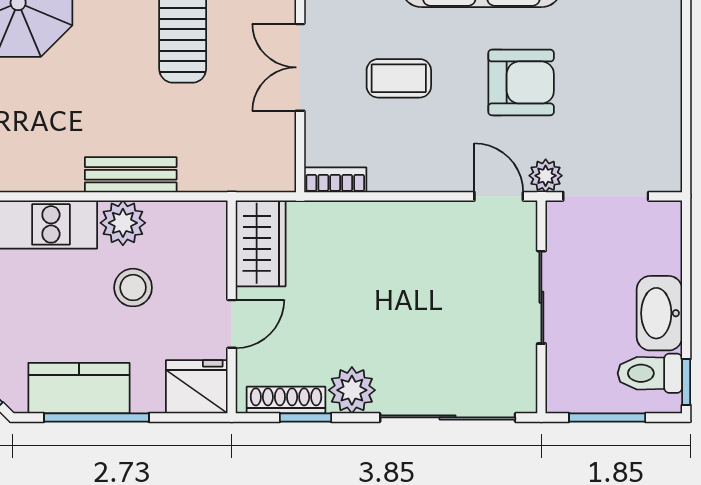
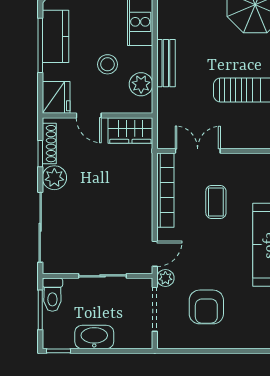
double door: (300, 67) -> (198, 151), moved
armchair: (521, 82) -> (206, 307), moved
bookcase: (335, 180) -> (165, 190), width x2.31, depth x1.31
plant: (123, 223) -> (141, 84), moved
toilet: (650, 373) -> (52, 295), moved, turned 180

